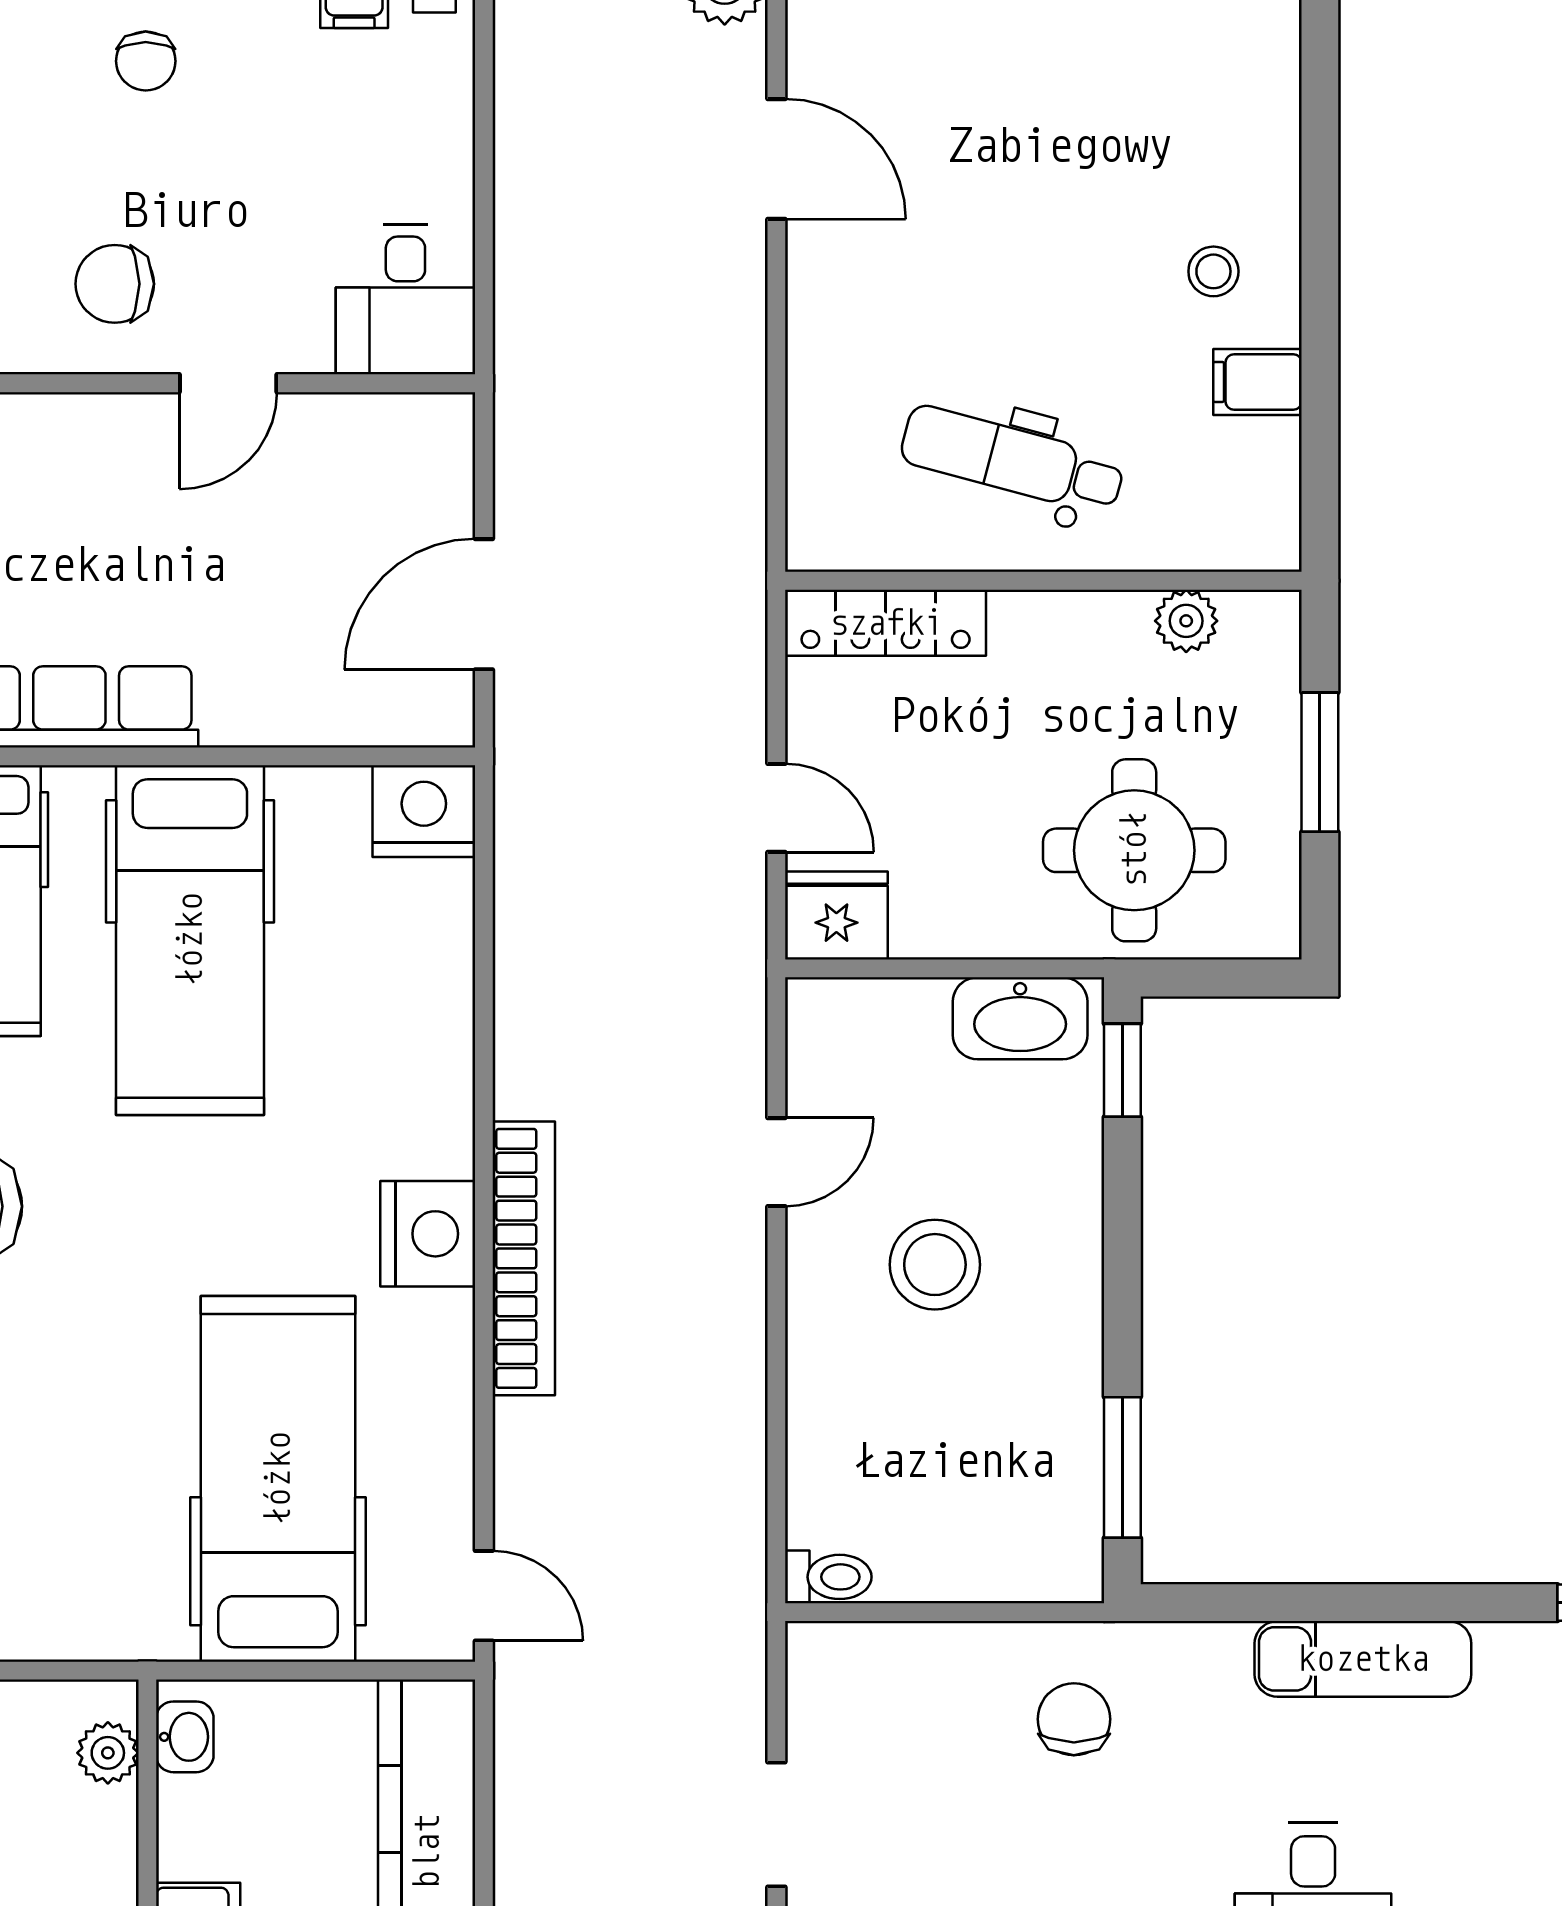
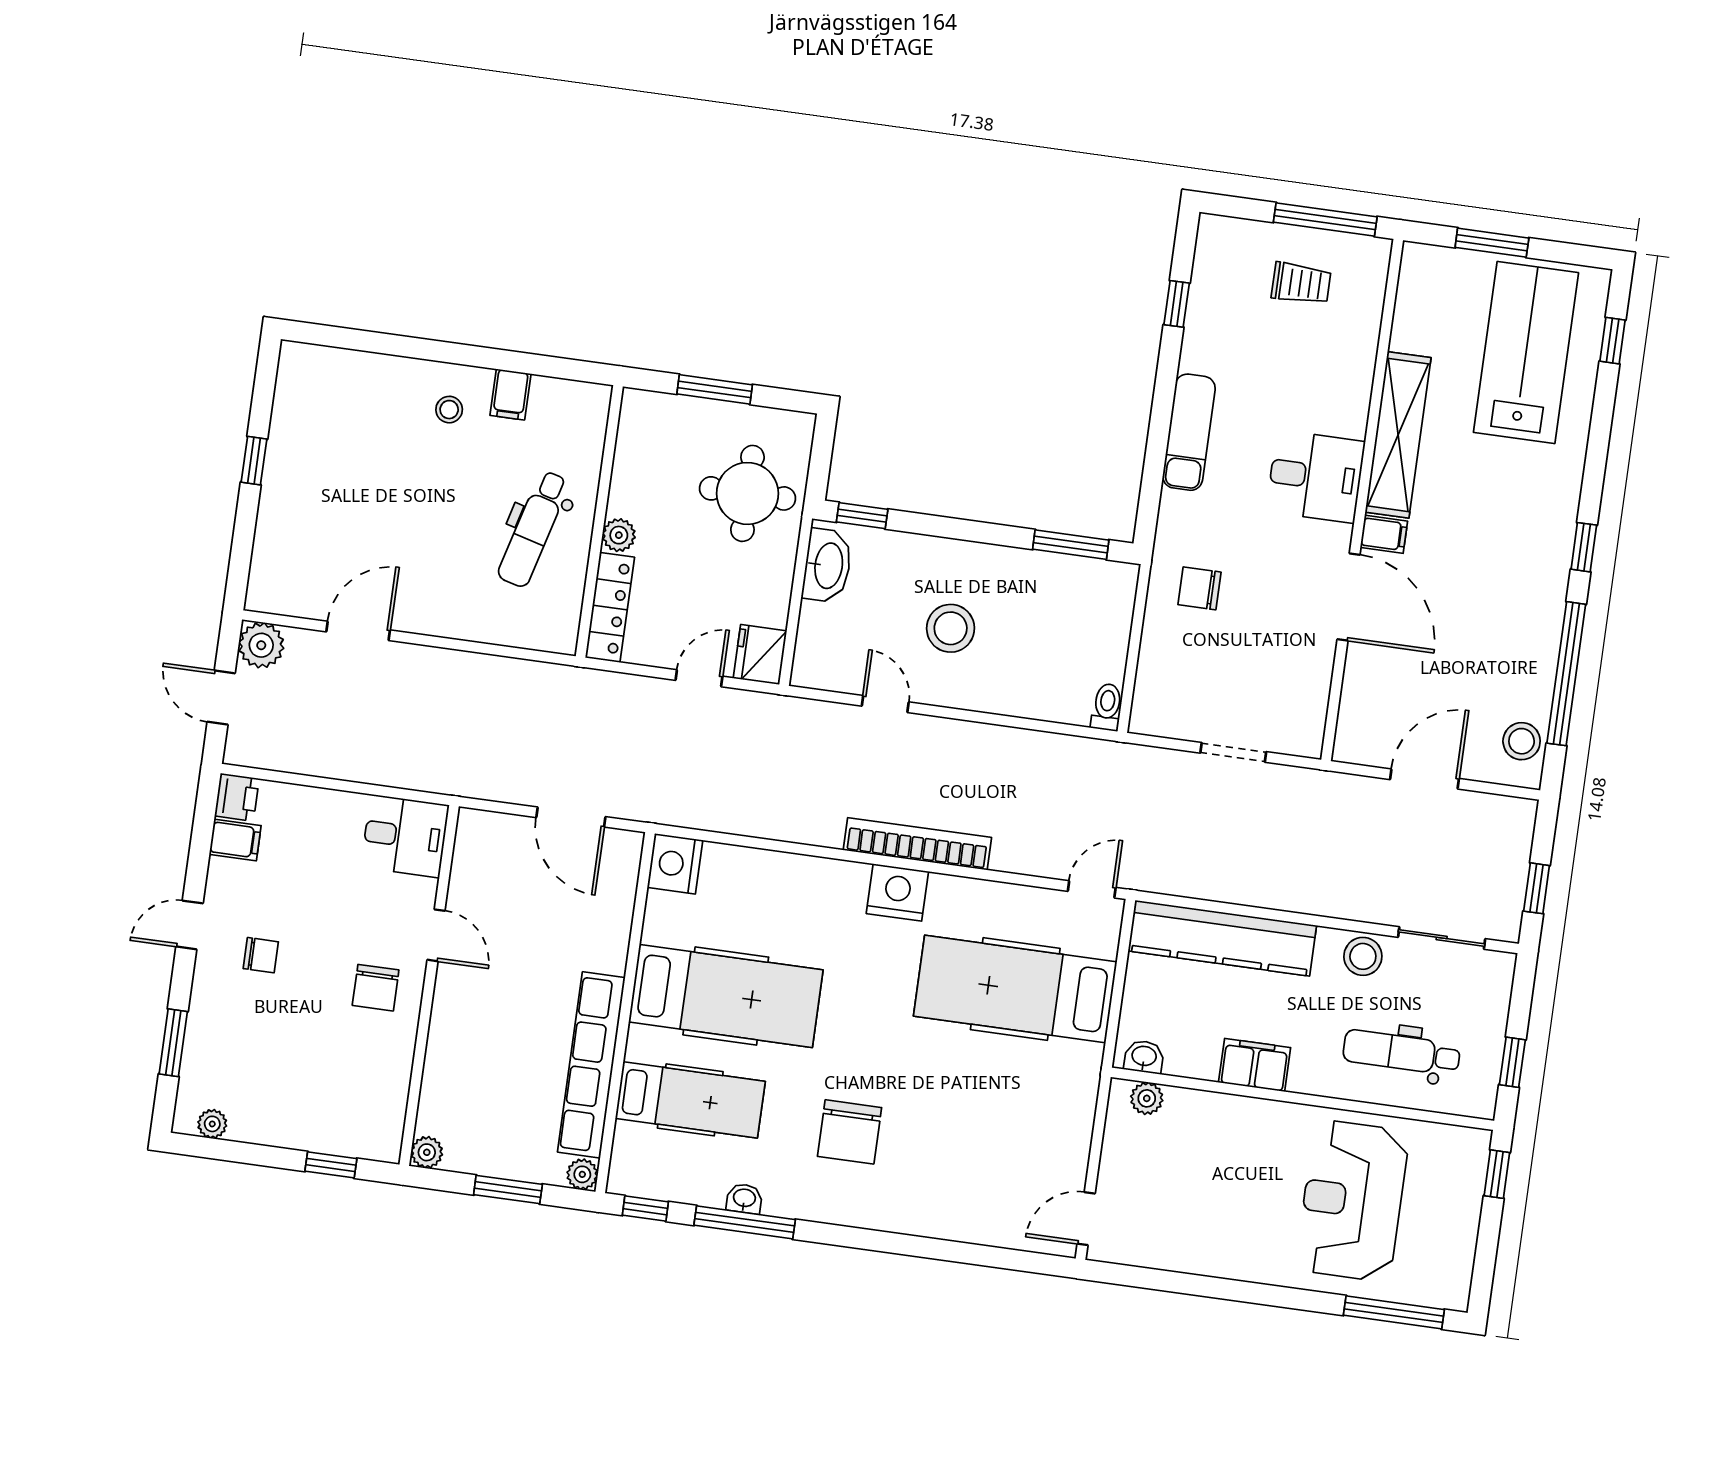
plant: (1186, 621) -> (619, 535), moved

